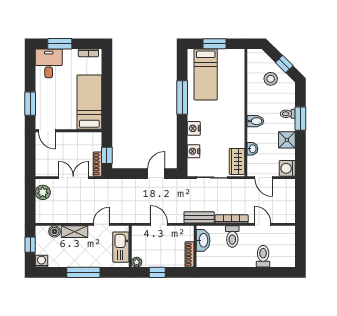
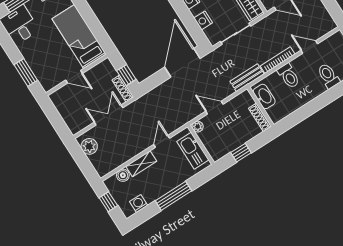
door: (47, 131) -> (74, 77), moved
door: (156, 174) -> (182, 63), width x1.88
washing machine: (41, 261) -> (139, 203), moved
plant: (137, 262) -> (198, 127), moved

